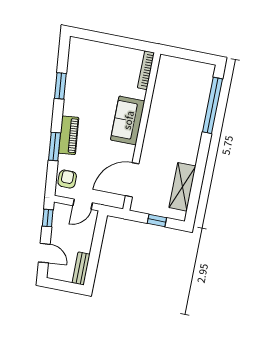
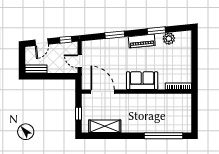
plant: (75, 70) -> (169, 39), added
piano: (69, 135) -> (142, 41), moved
armchair: (67, 179) -> (95, 48), removed

